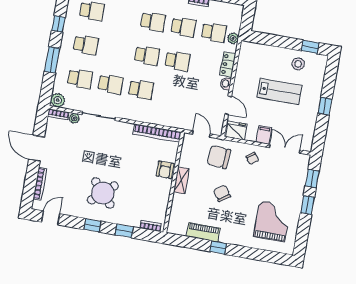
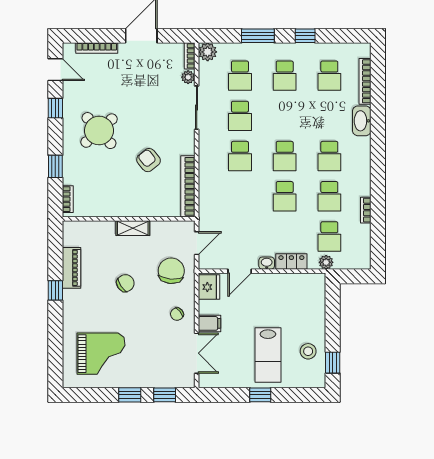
lab bench: (280, 91) -> (268, 355), moved
armchair: (165, 170) -> (149, 160), moved, turned 51
window: (92, 225) -> (55, 108), moved

